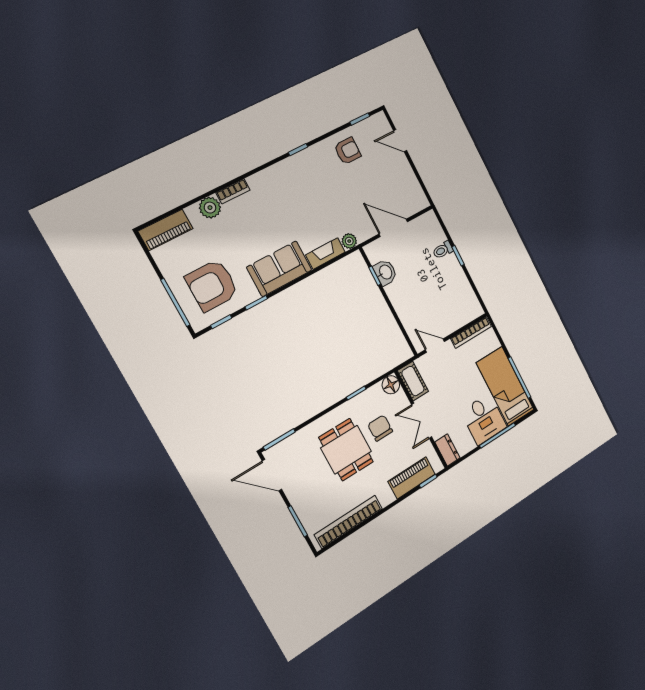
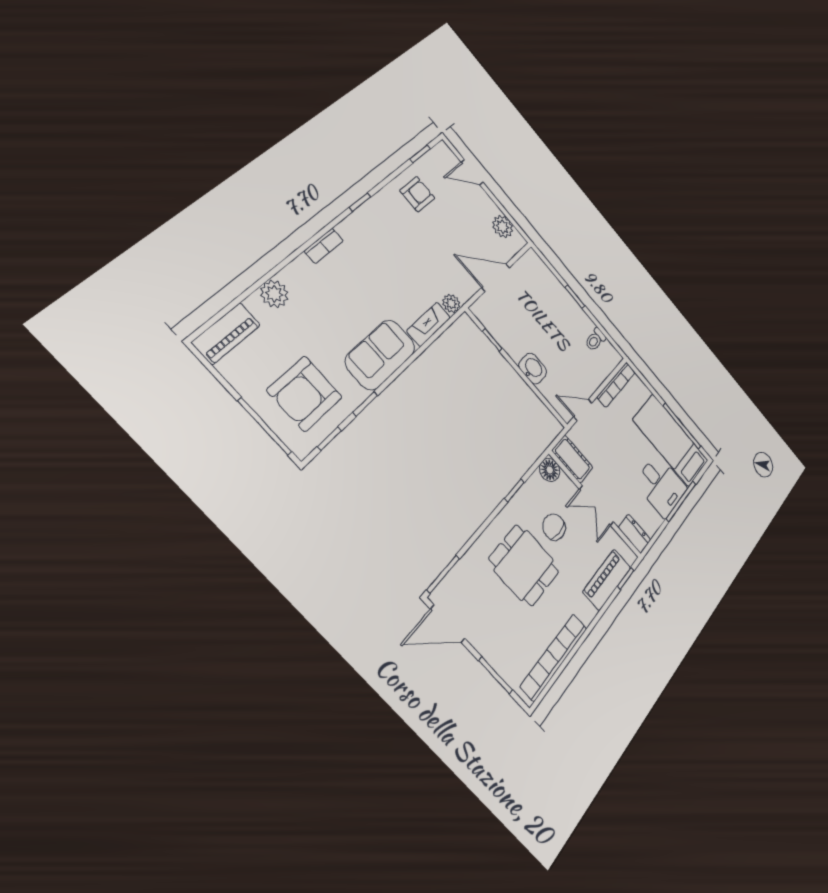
plant: (413, 188) -> (503, 227), added
bookcase: (233, 191) -> (324, 246), moved
toilet: (443, 250) -> (595, 340), moved
washbasin: (385, 272) -> (533, 369), moved

